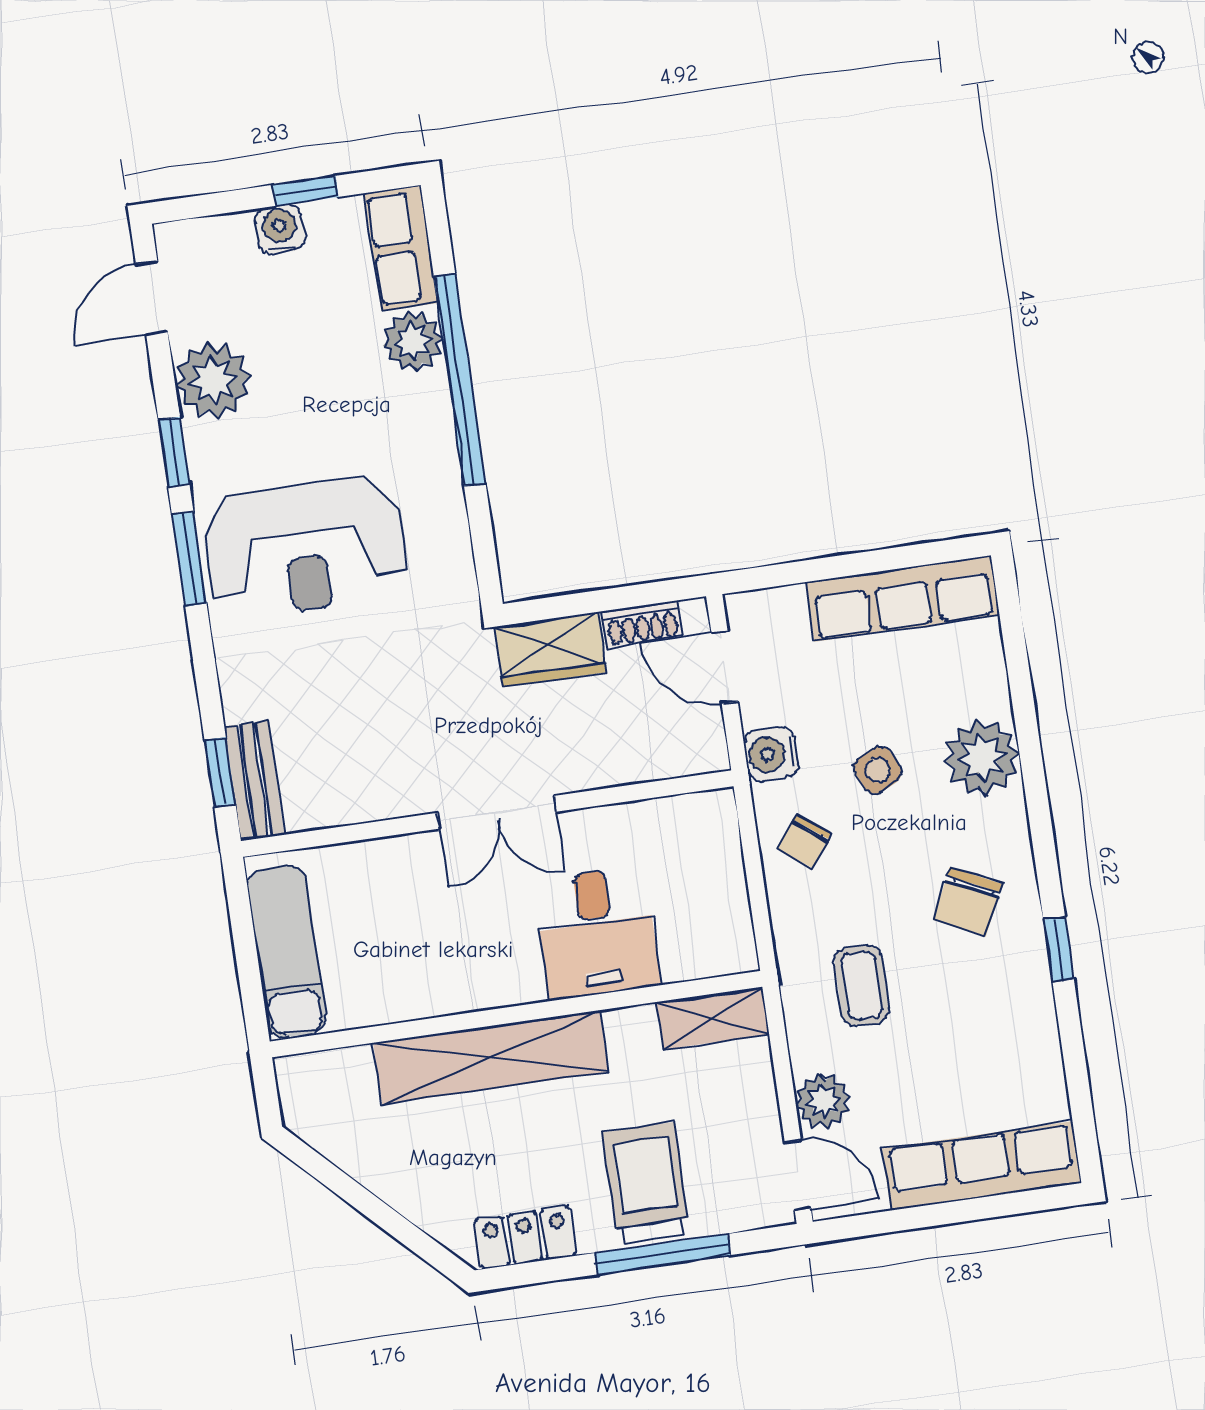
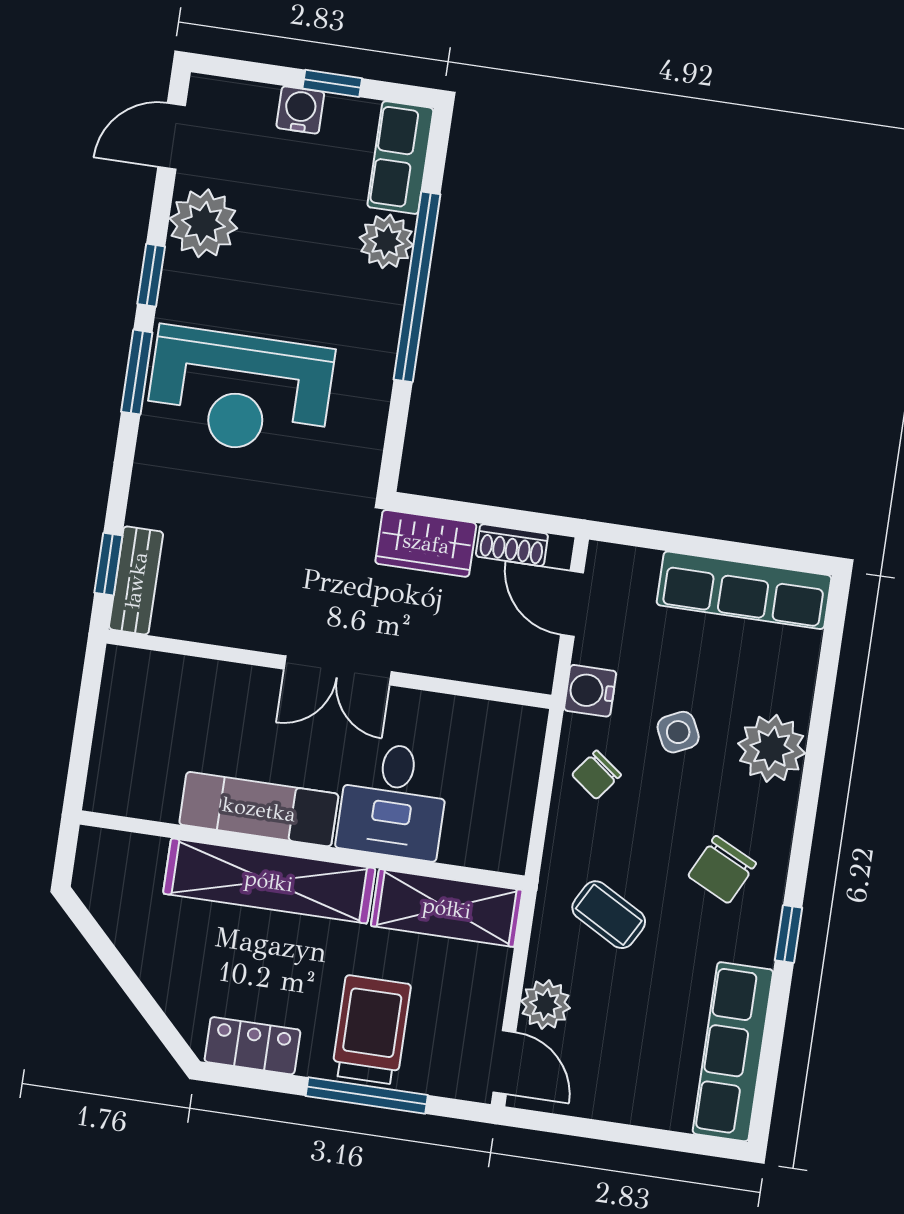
exam couch: (287, 951) -> (259, 809), moved, turned -90
coffee table: (862, 986) -> (609, 915), turned -61
shelving: (713, 1018) -> (447, 908), width x1.50, depth x1.33
row of seats: (982, 1166) -> (733, 1052), moved, turned -90

